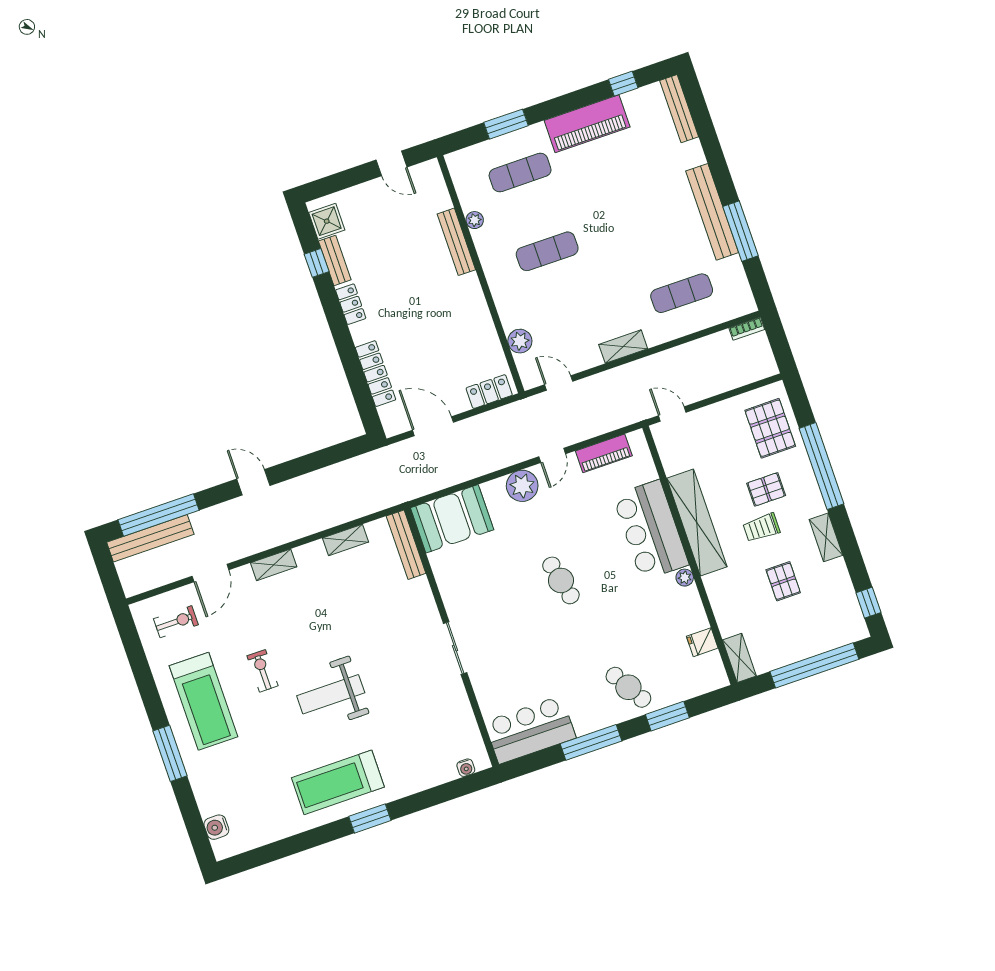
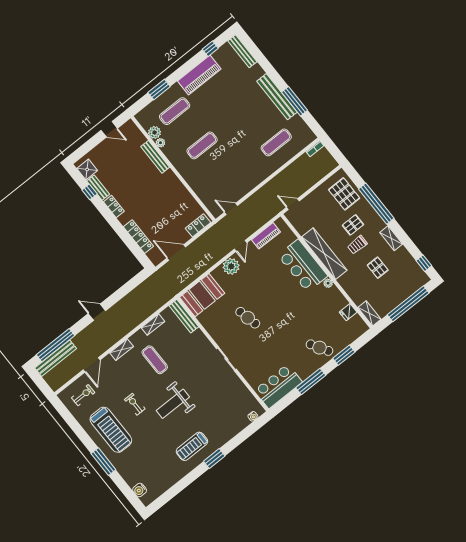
plant: (520, 341) -> (155, 132), moved
shelving: (623, 347) -> (257, 179), removed
cafe table: (561, 580) -> (248, 318), moved
exercise mat: (326, 604) -> (155, 360), added
treadmill: (338, 782) -> (192, 446), width x0.73, depth x0.73

